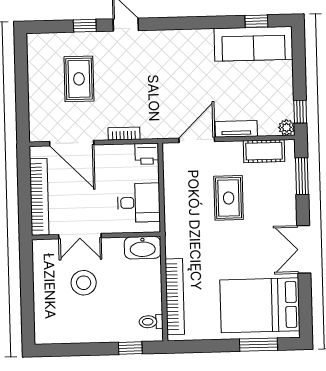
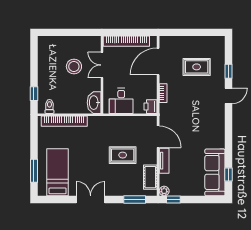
bed: (260, 305) -> (58, 172), width x0.67

